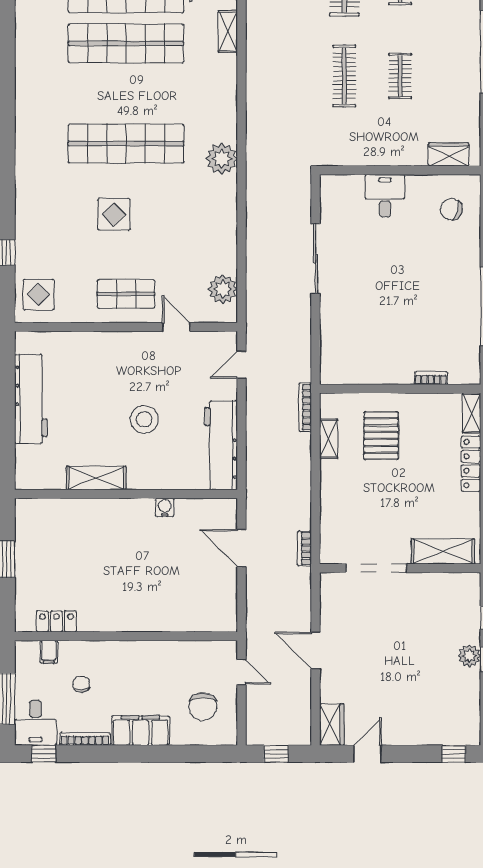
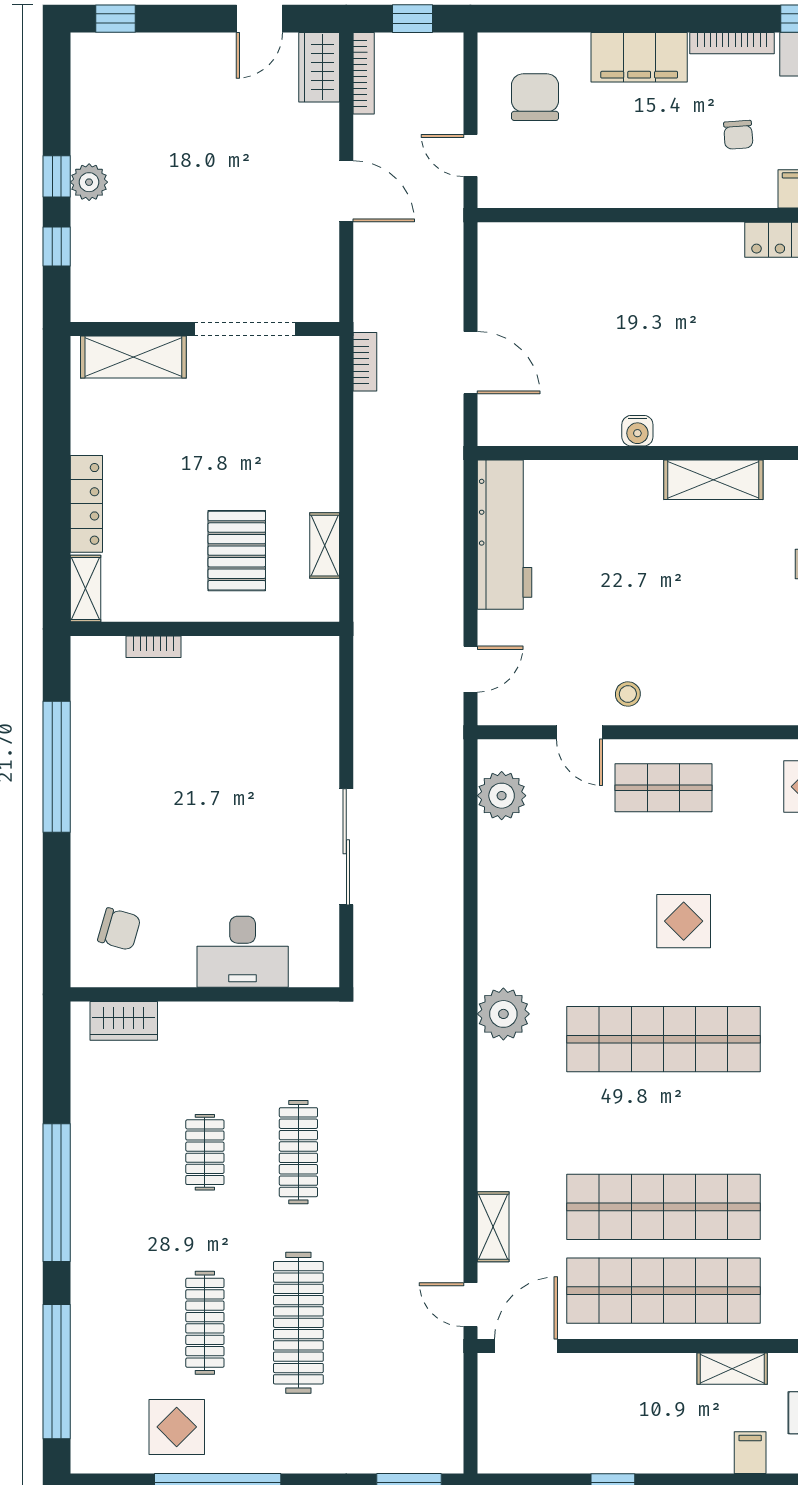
desk: (385, 196) -> (243, 952), width x1.37
bookcase: (305, 407) -> (364, 73), moved
stool: (144, 419) -> (628, 694), moved, width x0.53, depth x0.53
water cooler: (165, 507) -> (637, 431), moved

